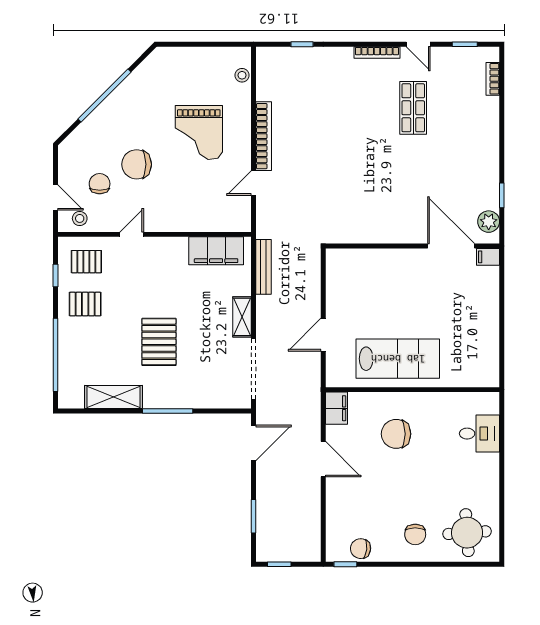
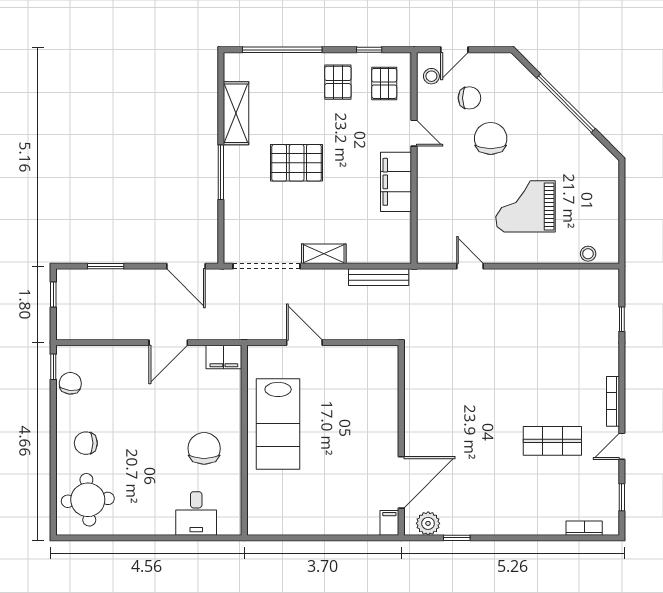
bookcase: (264, 136) -> (521, 277), removed
filing cabinet: (216, 251) -> (396, 182), moved
chair: (396, 434) -> (204, 448), moved

